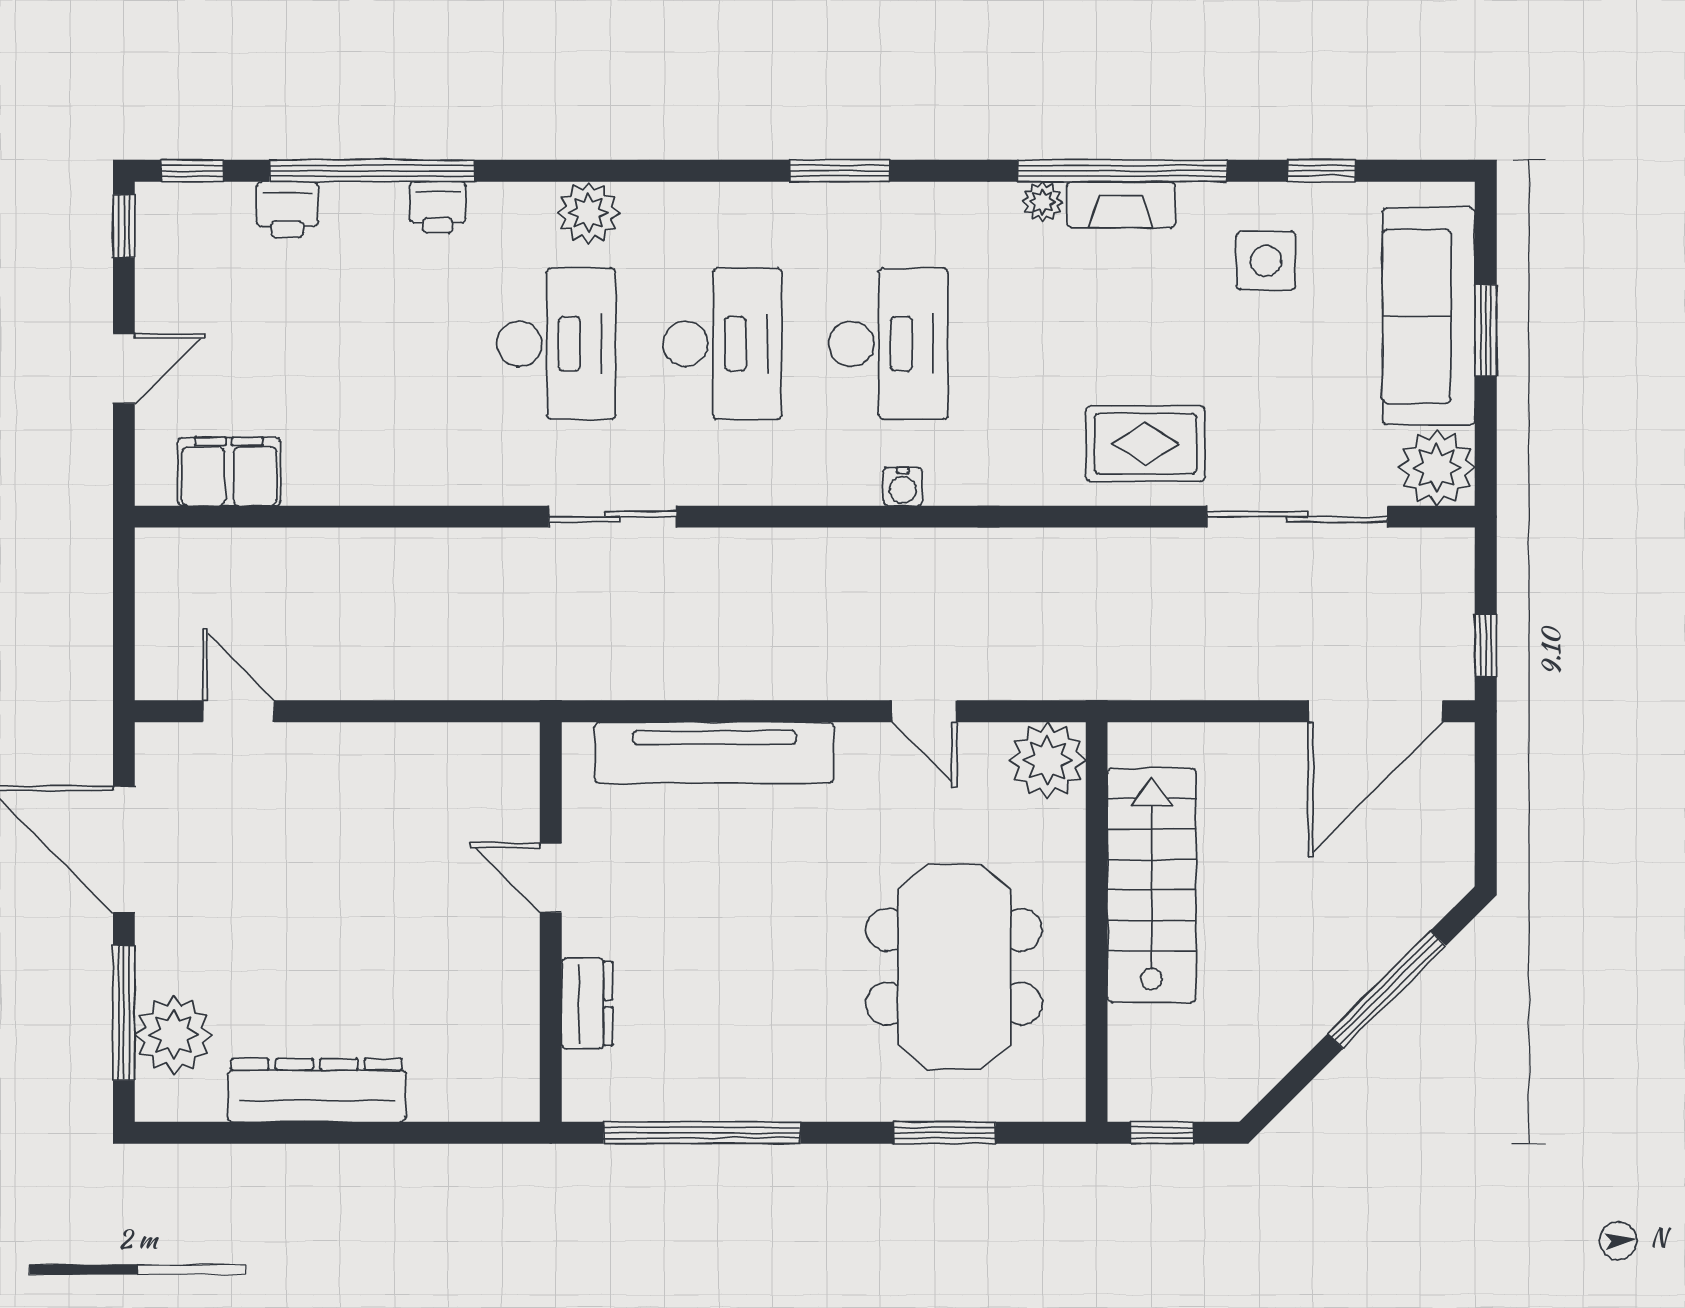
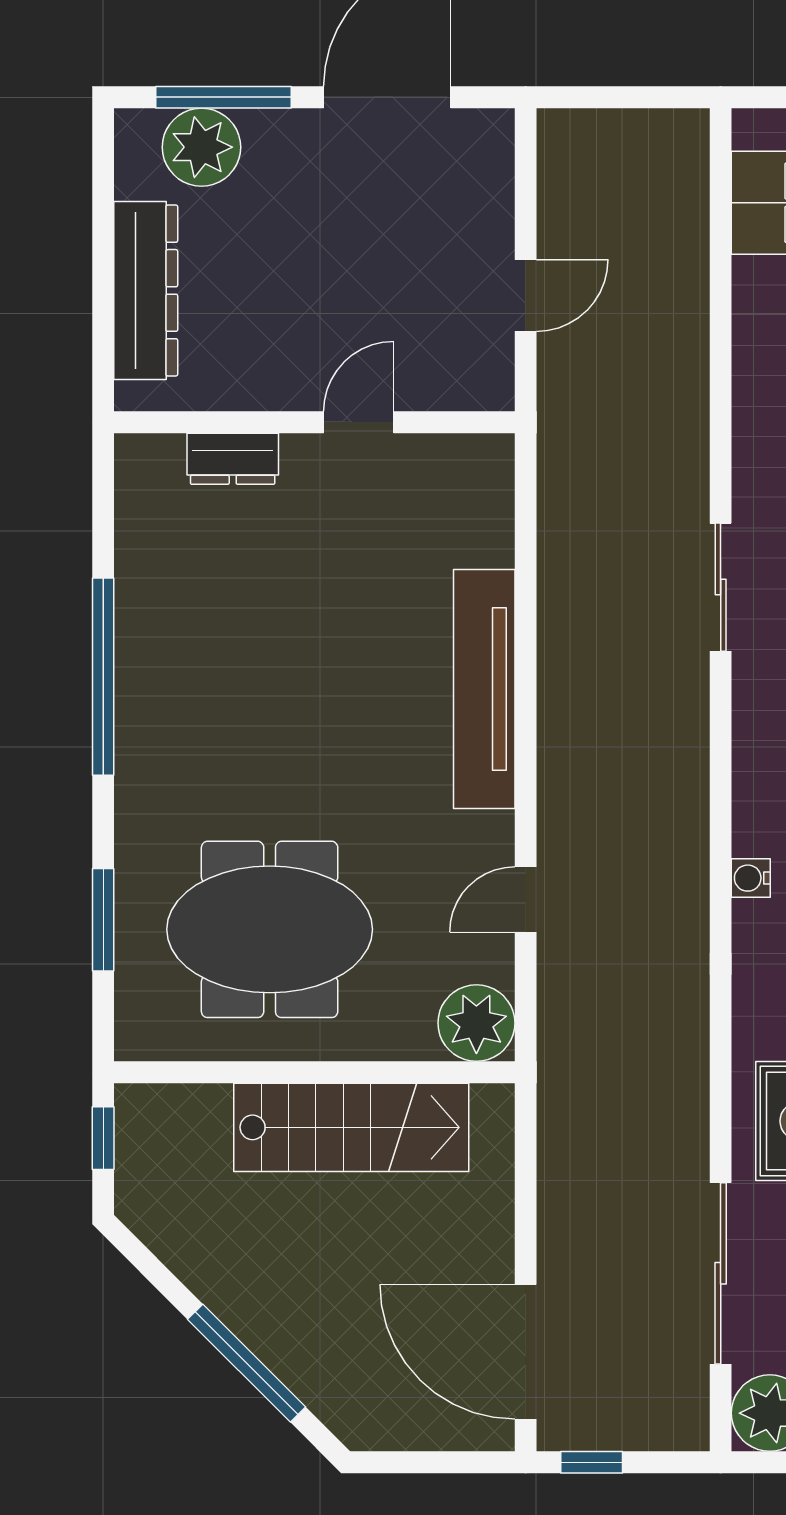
door: (238, 711) -> (526, 295), moved
door: (551, 878) -> (359, 422), moved
wall: (551, 922) -> (314, 422), moved
dresser: (587, 1004) -> (233, 459), moved

